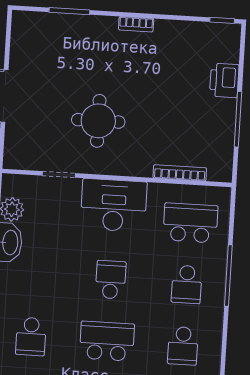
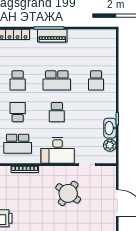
round table: (98, 121) -> (68, 193), turned 35
school desk: (31, 336) -> (96, 80), turned 180
school desk: (183, 346) -> (18, 80), turned 180

